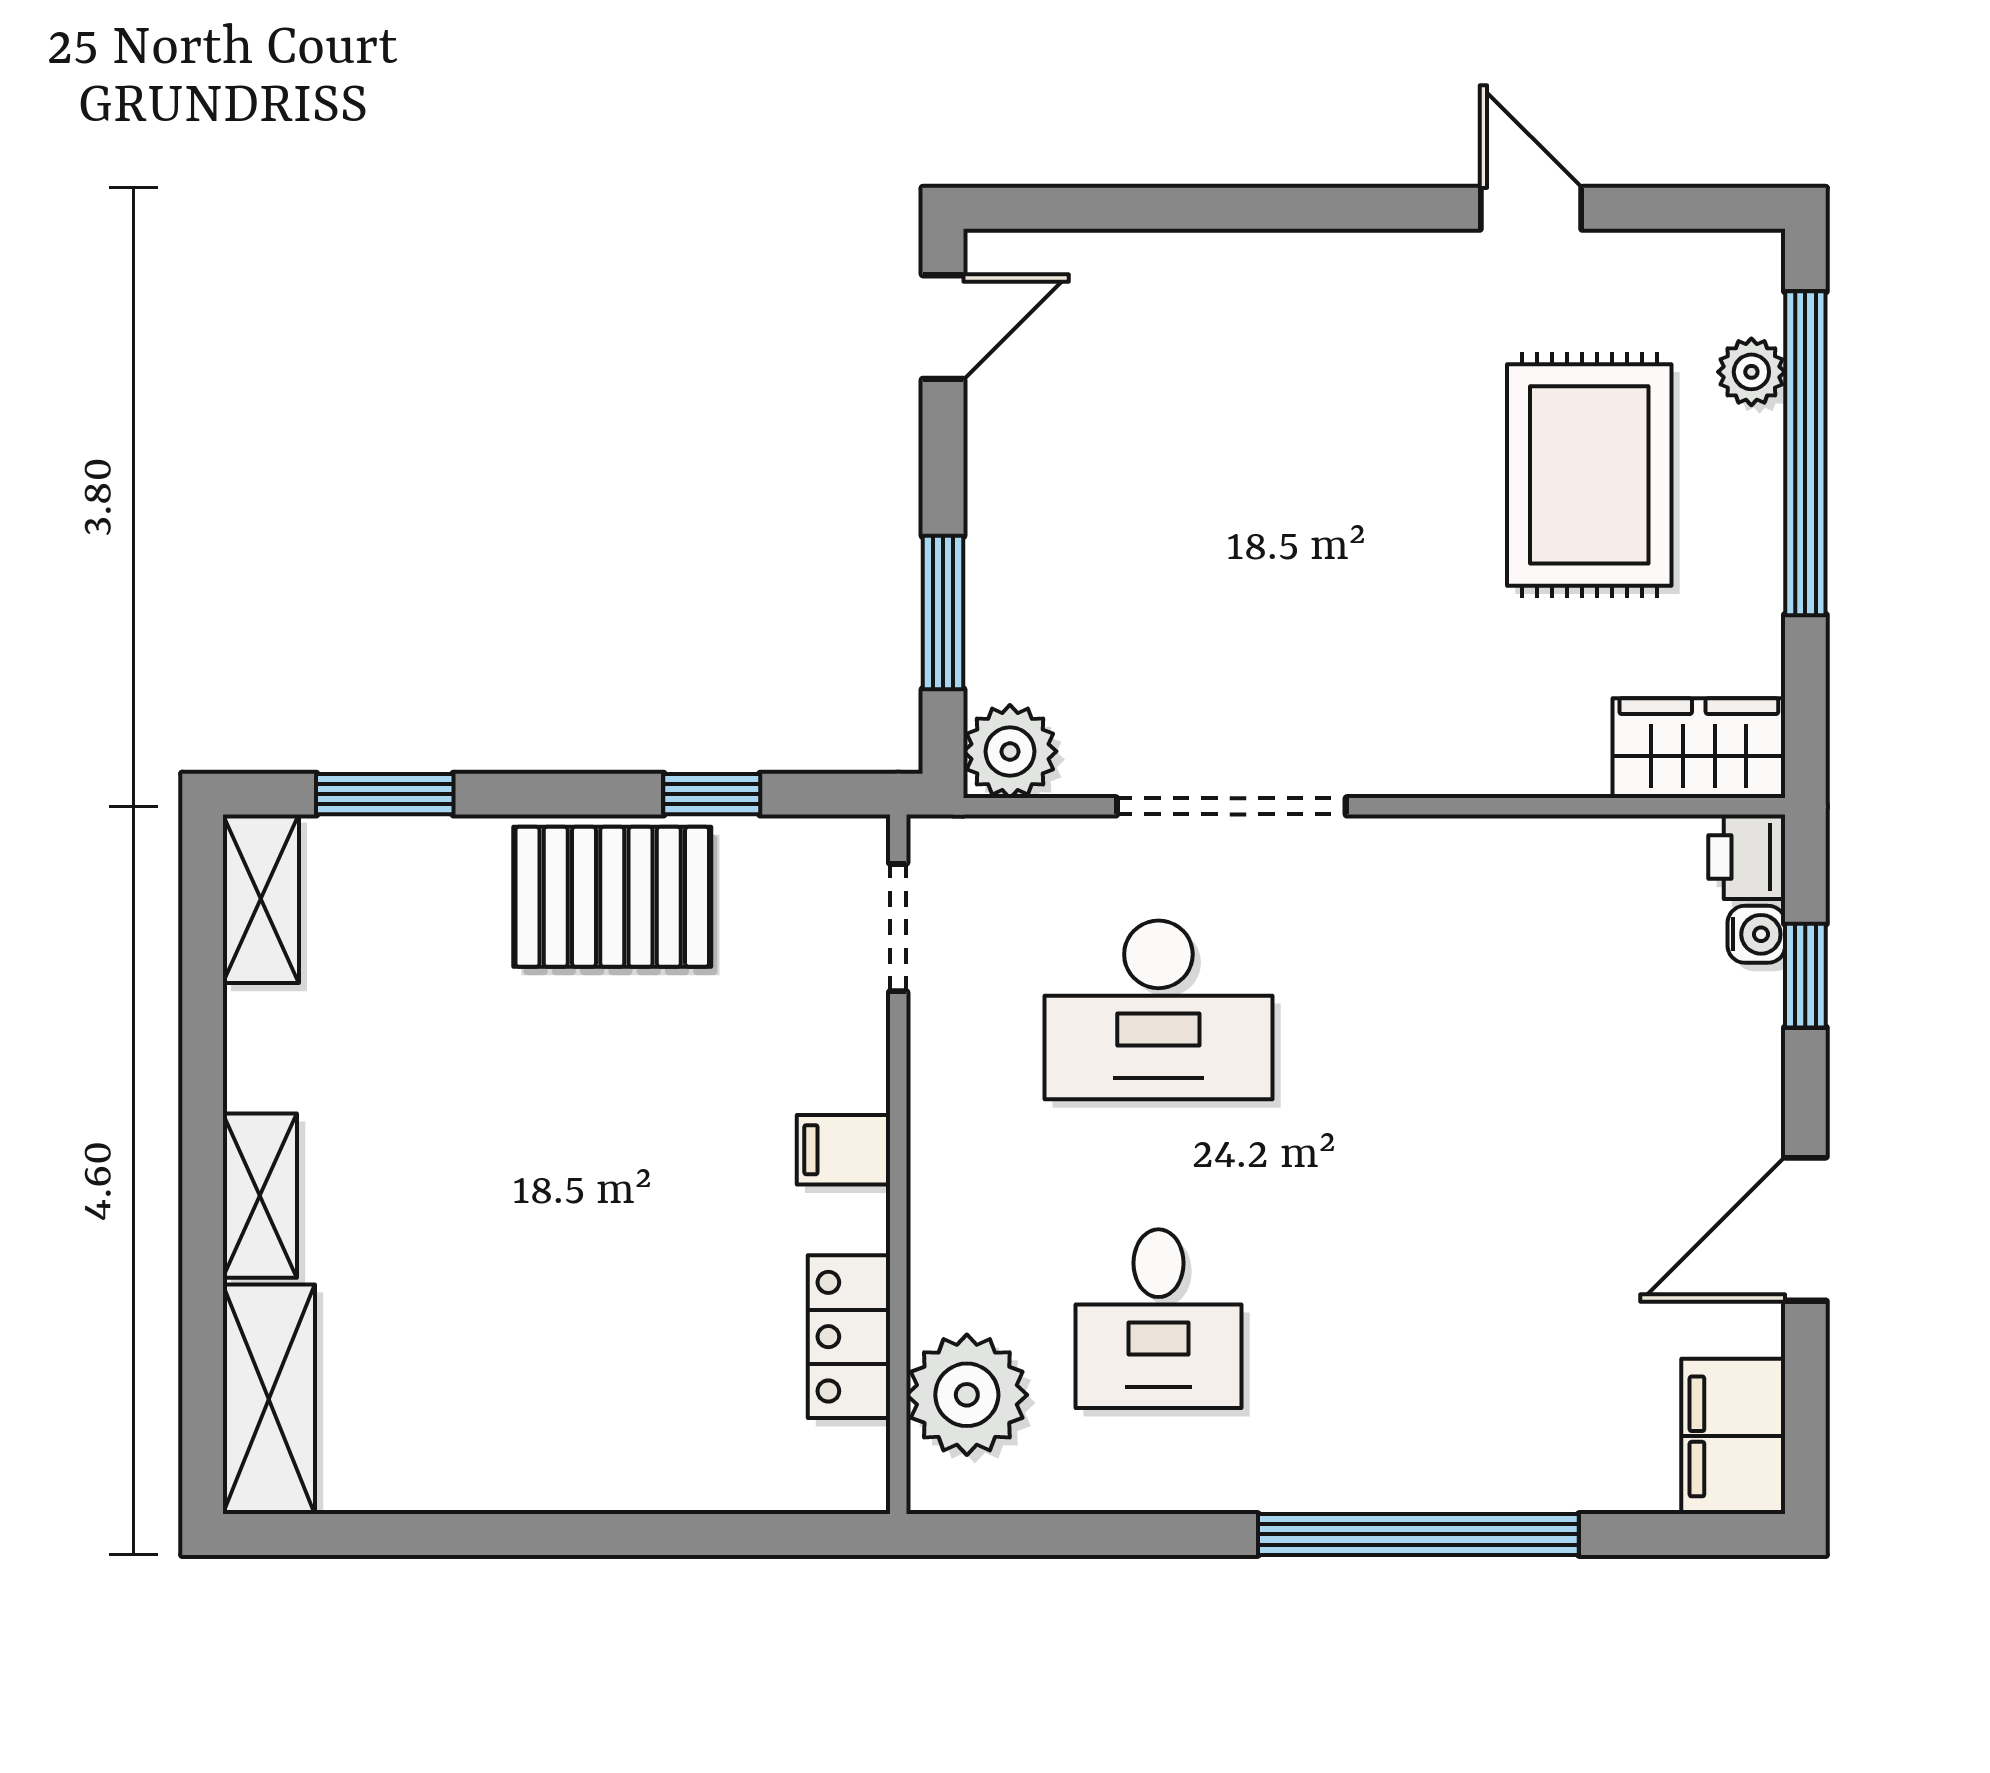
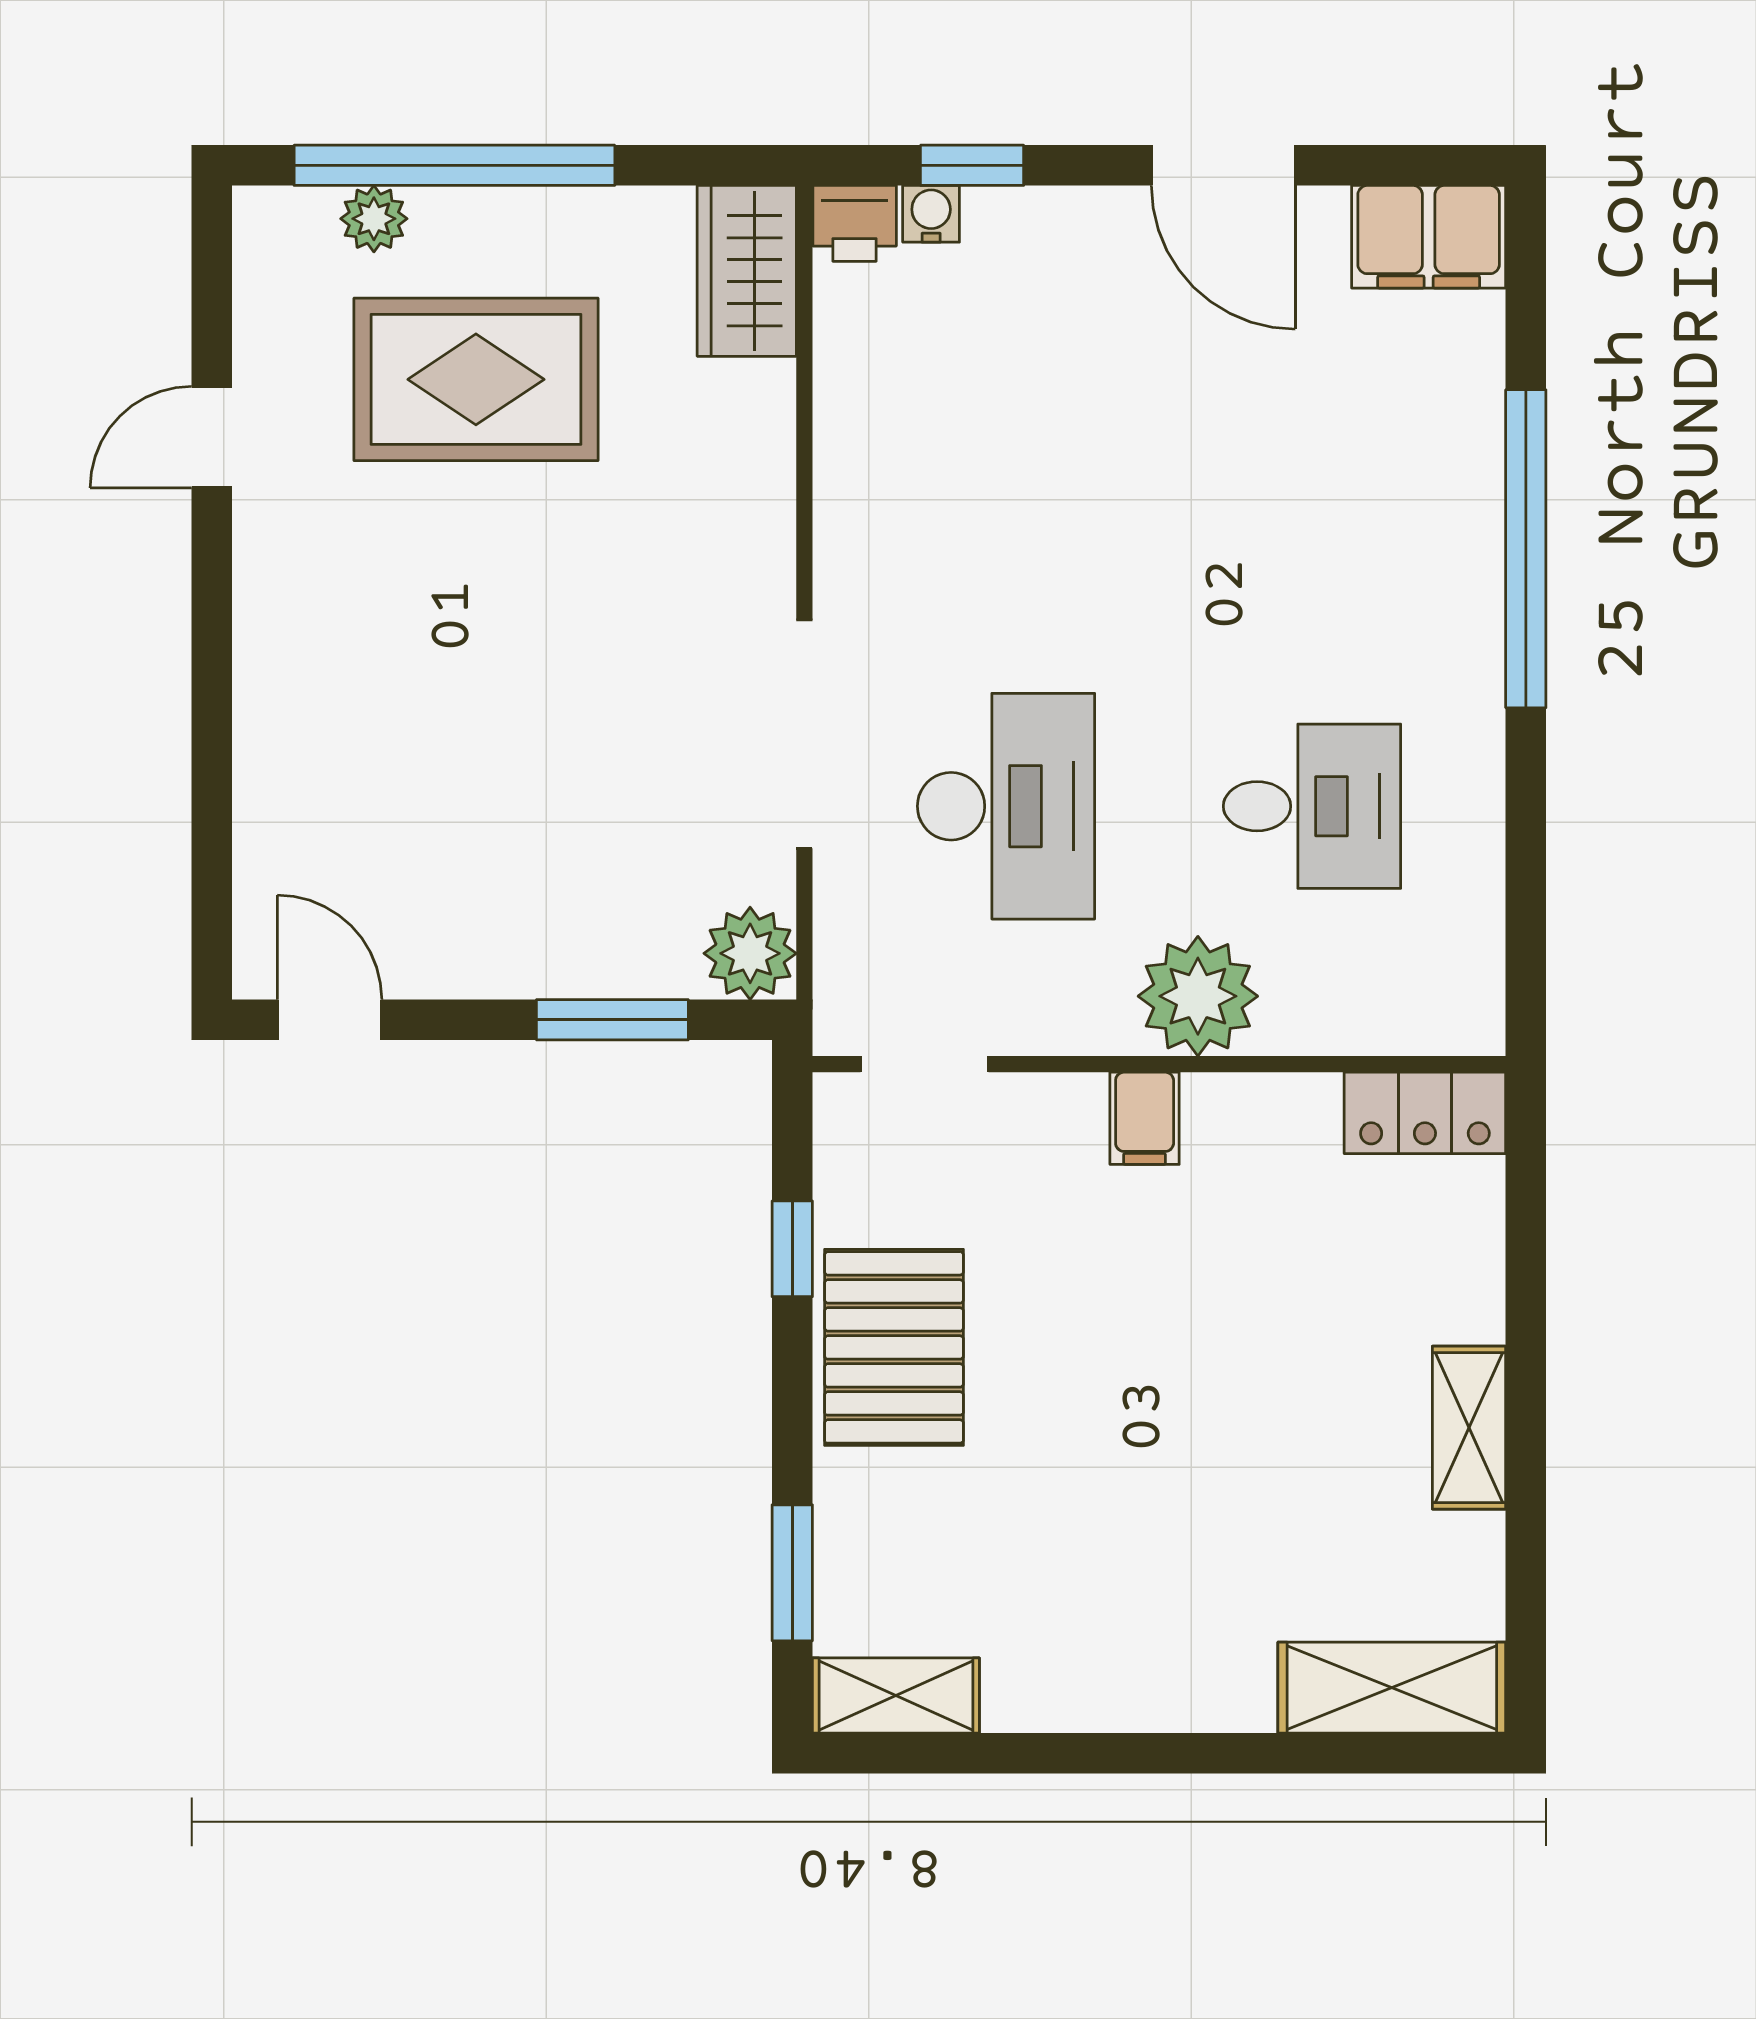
shelving: (260, 1196) -> (1469, 1428), moved, turned 90
locker: (849, 1337) -> (1425, 1113), moved
plant: (967, 1395) -> (1198, 996), moved

